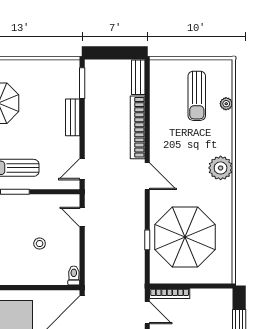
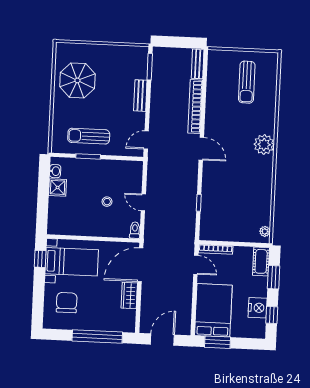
plant: (226, 104) -> (265, 231), moved
door: (82, 217) -> (143, 202), moved
parasol: (185, 237) -> (231, 202), removed
cot: (223, 305) -> (261, 261), added

